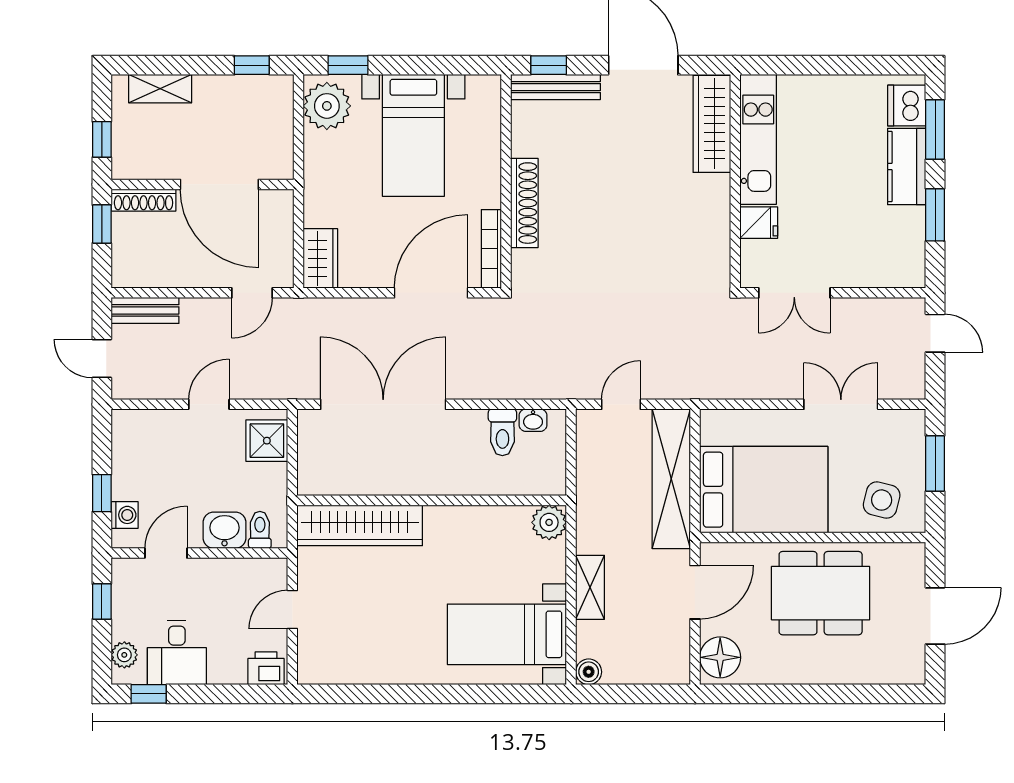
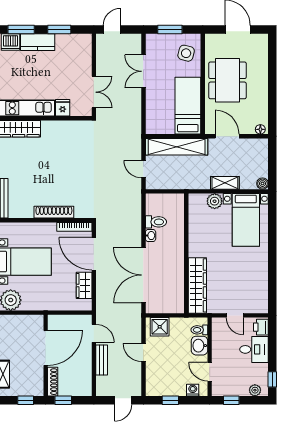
wardrobe: (320, 258) -> (84, 285), moved, turned -90
bench: (145, 310) -> (102, 360), moved
washbasin: (533, 420) -> (151, 236), moved
bed: (764, 490) -> (188, 106), width x0.67
window: (102, 493) -> (170, 400), moved
plant: (549, 522) -> (215, 201), moved
desk: (177, 653) -> (254, 349), moved
floor lamp: (720, 657) -> (260, 129), width x0.53, depth x0.53

